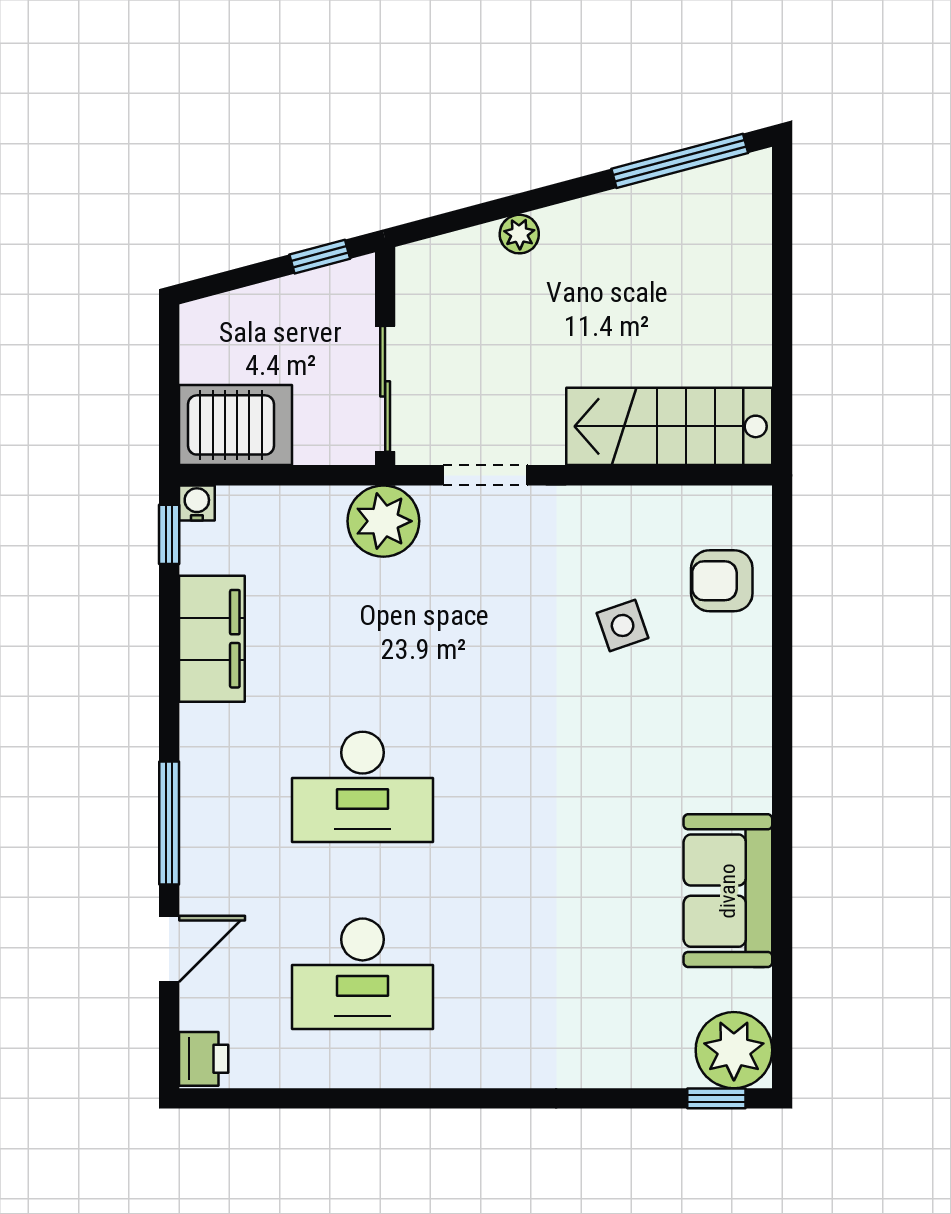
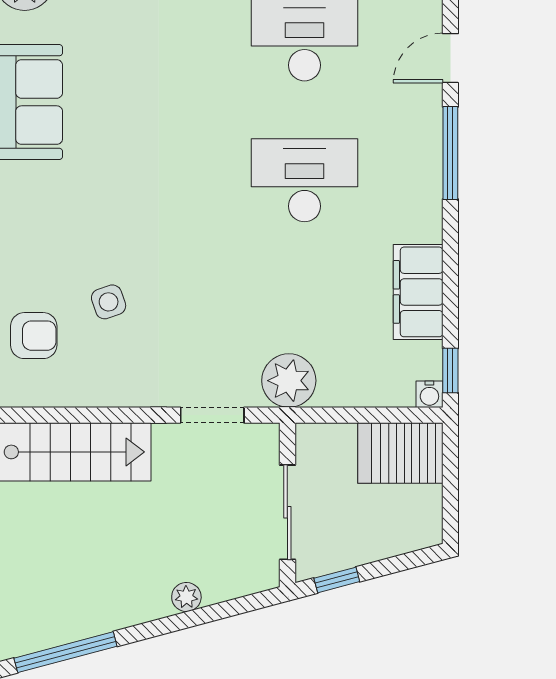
sliding door: (385, 389) -> (287, 512), moved

